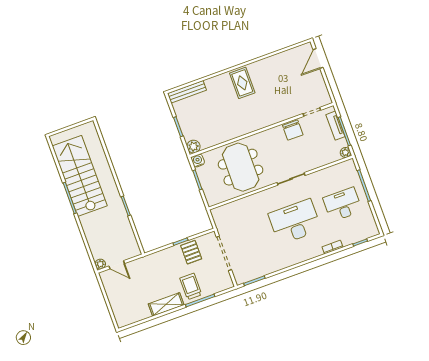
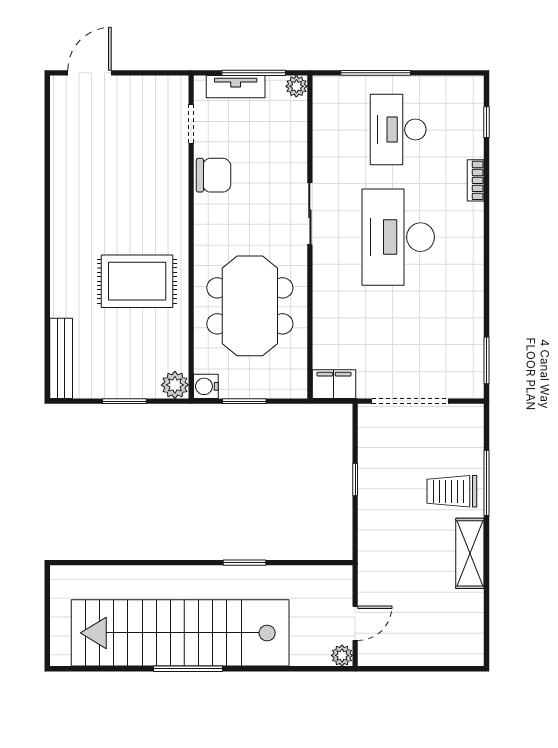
door: (318, 59) -> (89, 73), swing flipped
rug: (242, 83) -> (137, 281), moved, width x1.36, depth x1.43
meeting table: (241, 167) -> (250, 306), turned 90
stairs: (80, 176) -> (180, 633), width x1.36
filing cabinet: (219, 217) -> (334, 384), added
pallet: (191, 252) -> (384, 466), removed

